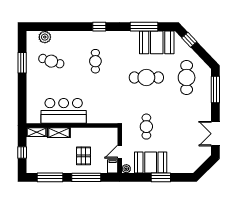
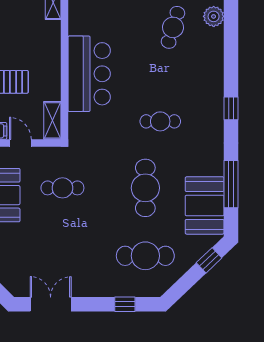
cafe table: (95, 61) -> (160, 121), moved
window: (215, 90) -> (125, 304), width x0.46
bar counter: (64, 111) -> (89, 74), moved
shelving: (59, 133) -> (52, 120), moved

